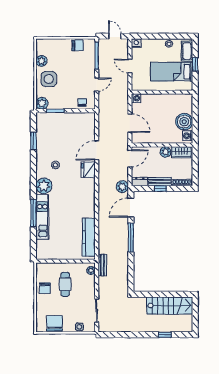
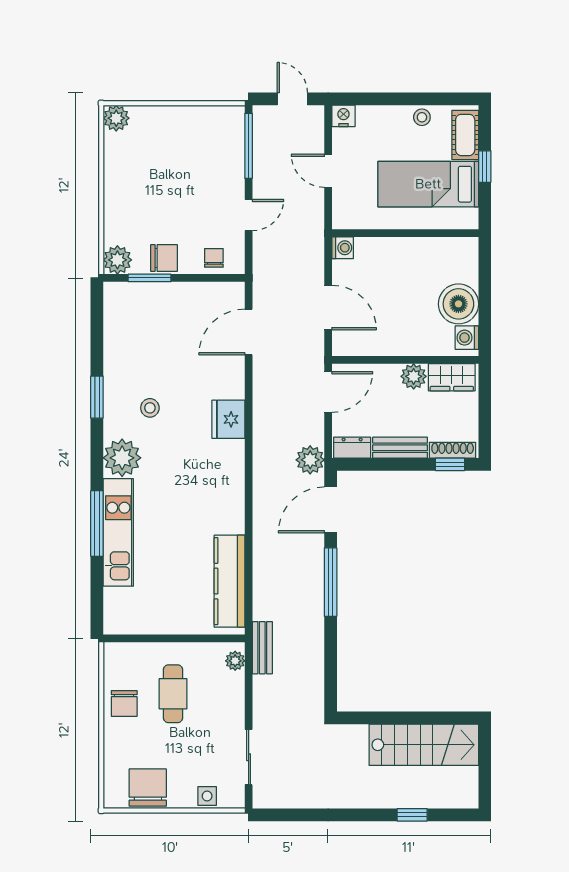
chair: (78, 45) -> (164, 258), moved
plant: (41, 61) -> (116, 118), moved
side table: (49, 79) -> (134, 202), removed
window: (33, 141) -> (97, 397), moved
door: (97, 150) -> (249, 332), moved
window: (160, 189) -> (450, 464), moved

